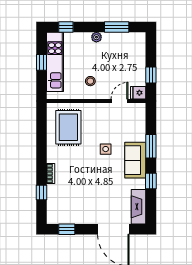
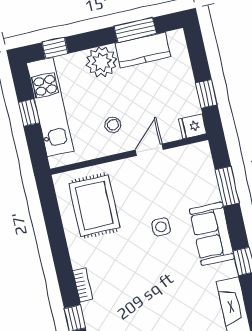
plant: (96, 37) -> (102, 62), width x1.87, depth x1.87
kitchen counter: (118, 40) -> (143, 50), added
door: (120, 101) -> (149, 150), moved
window: (151, 146) -> (227, 186), moved

